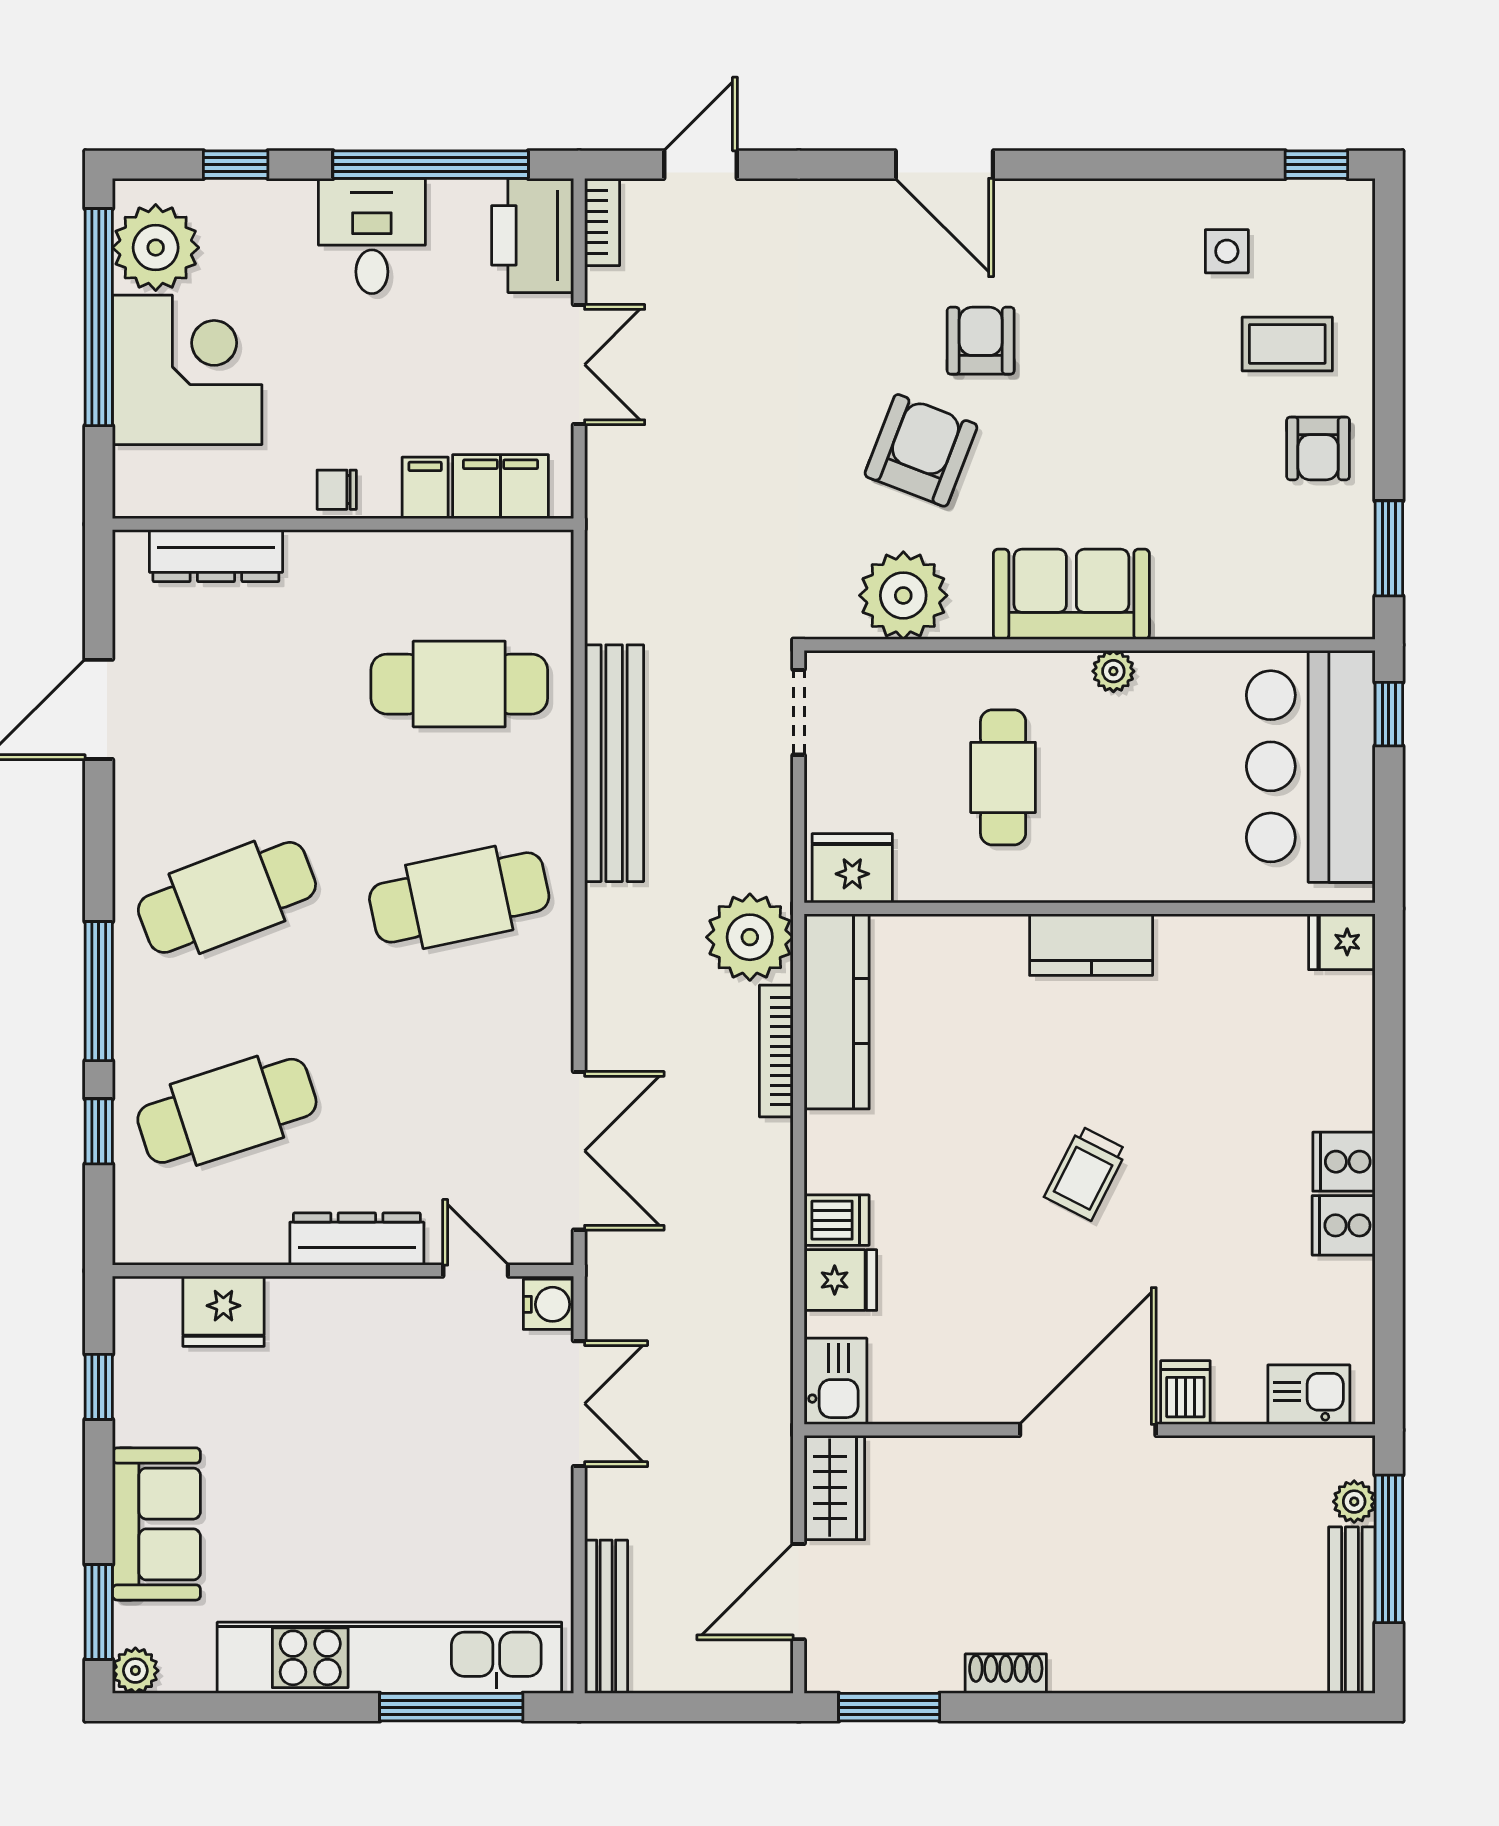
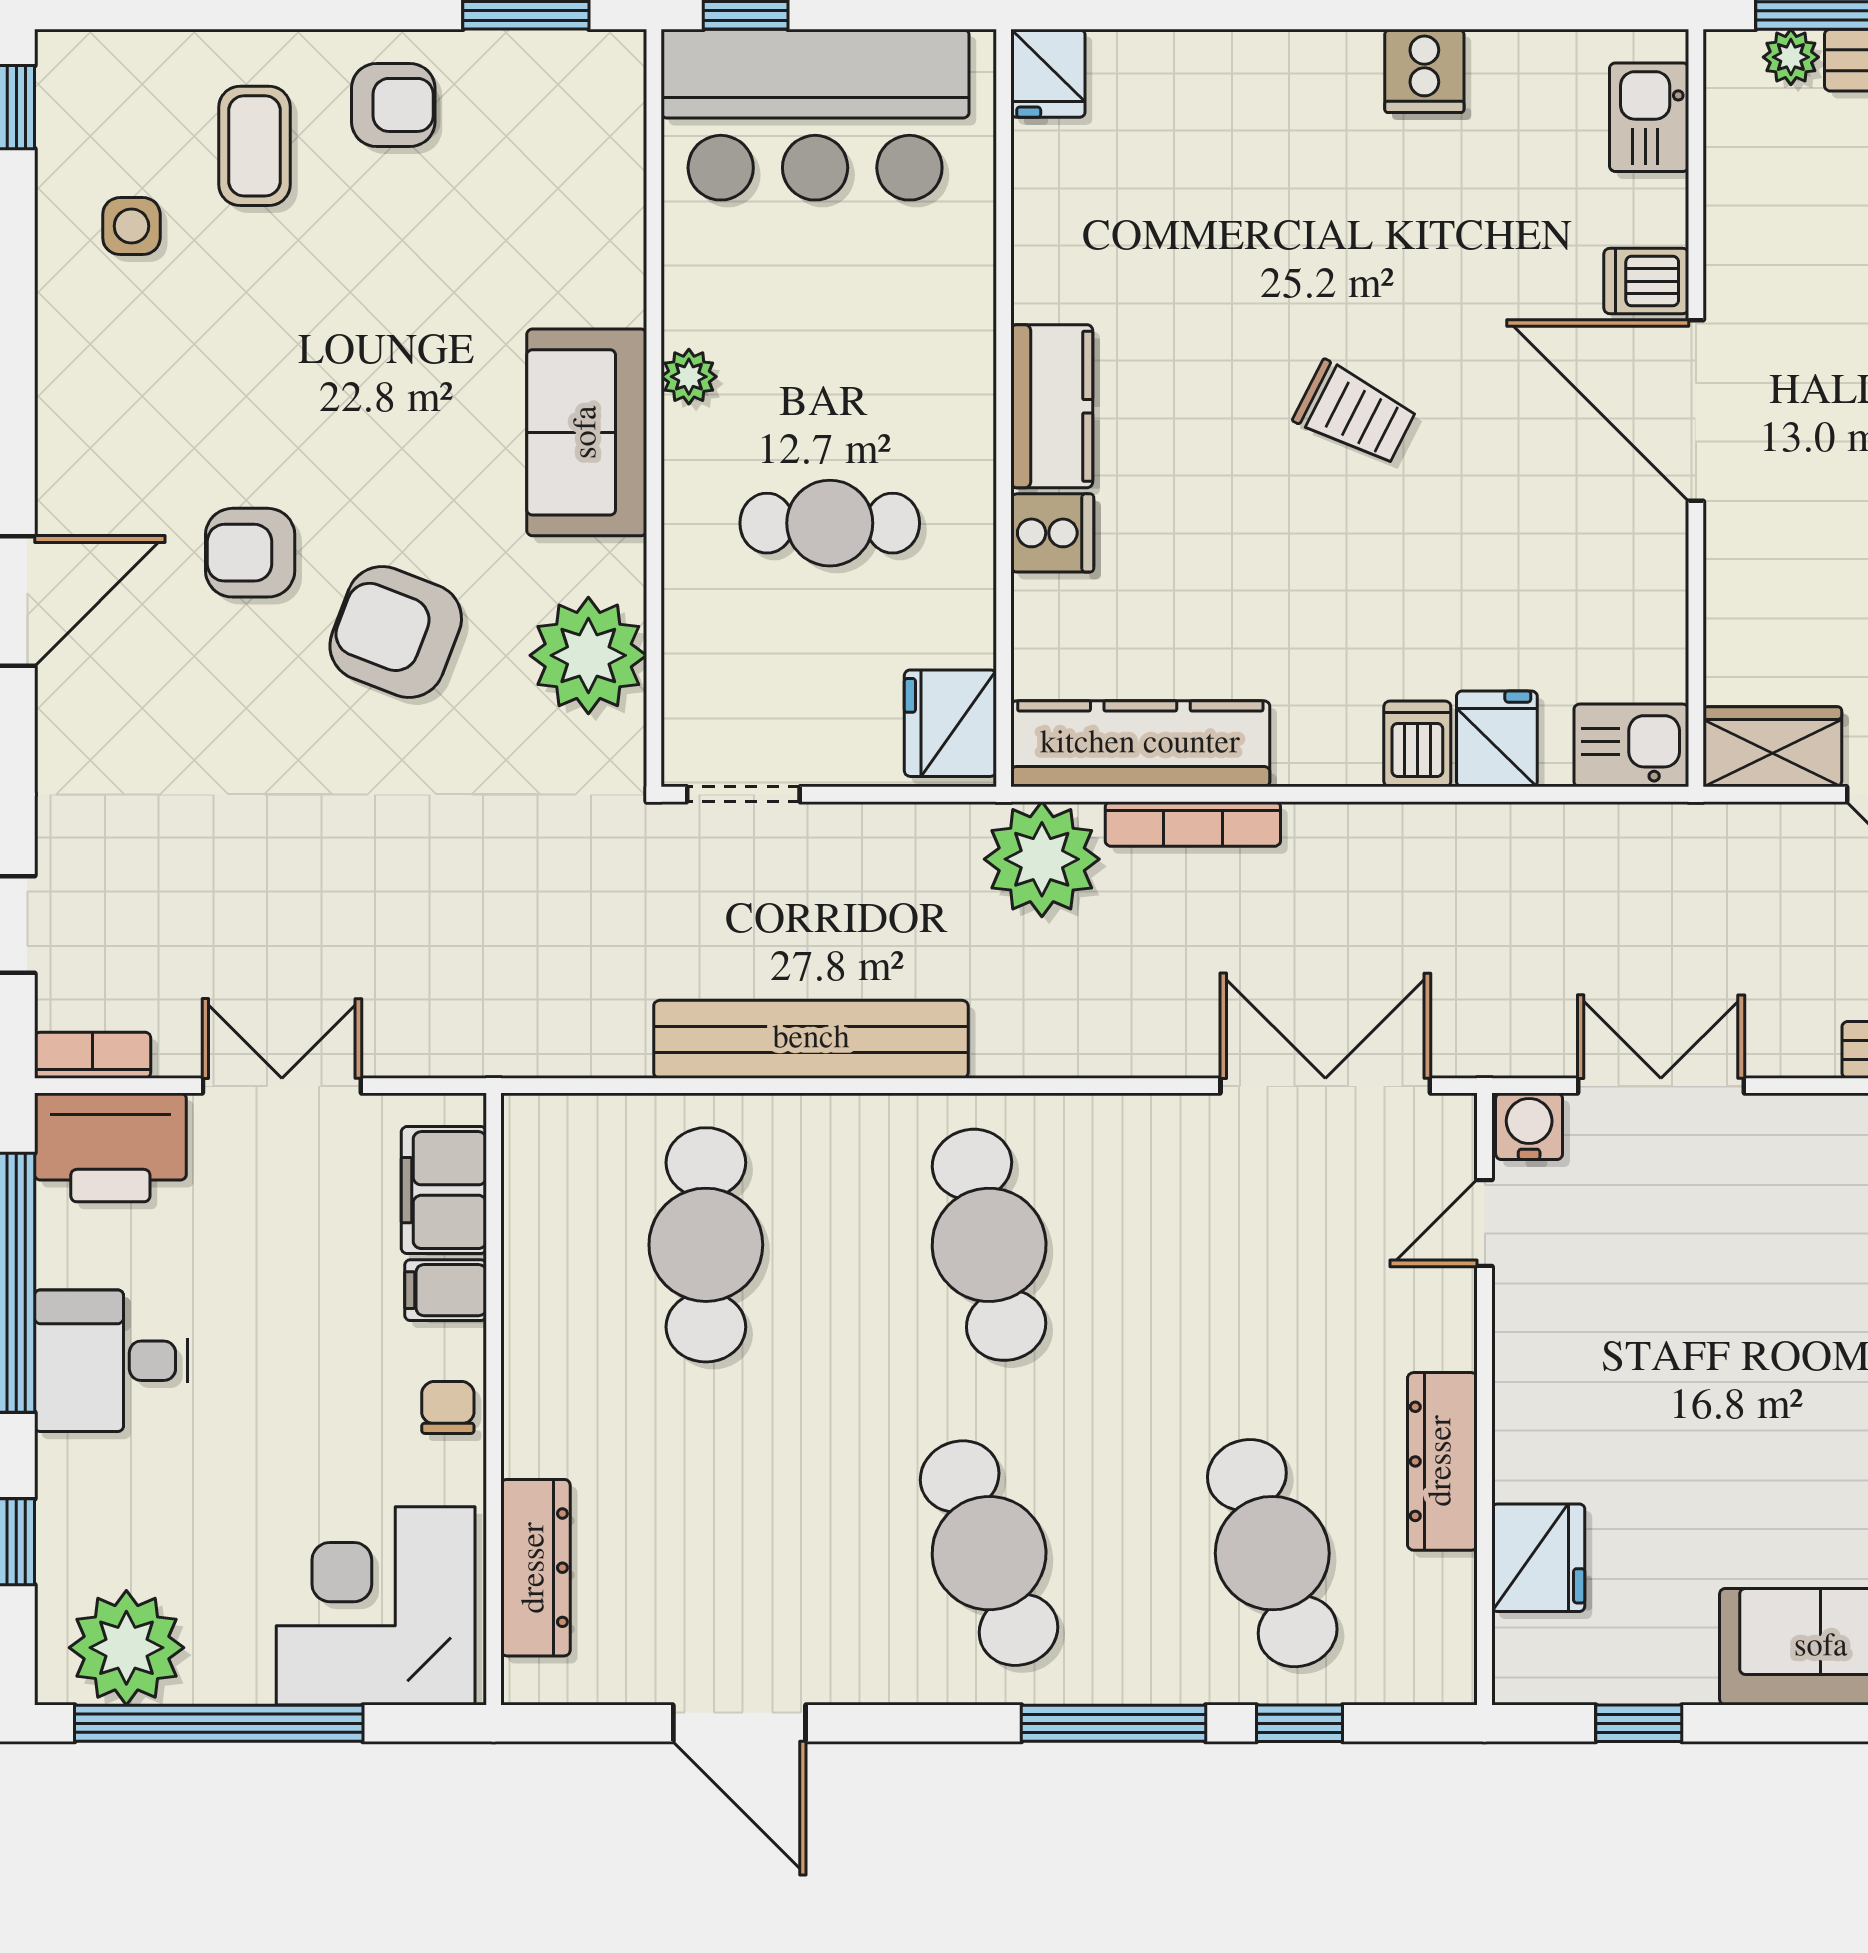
corner desk: (187, 370) -> (376, 1606), moved
chair: (337, 490) -> (448, 1407), turned 180
cooker: (1344, 1162) -> (1052, 533), moved, turned -90
dresser: (357, 1239) -> (1442, 1461), moved

